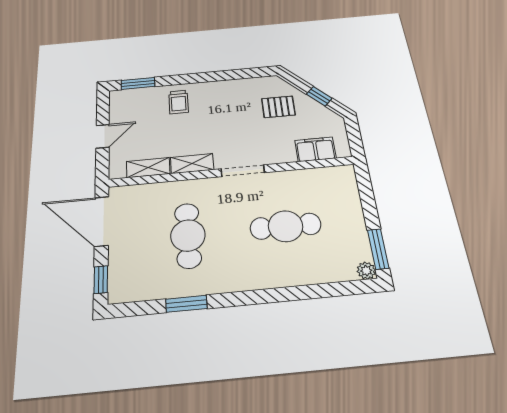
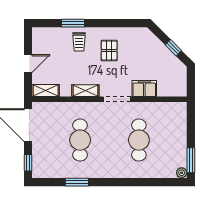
window: (138, 83) -> (73, 23), moved
pallet: (278, 107) -> (109, 50), moved, turned 90
filing cabinet: (315, 149) -> (144, 89), moved
shelving: (148, 168) -> (46, 91), moved
cafe table: (286, 226) -> (139, 140), turned 90

